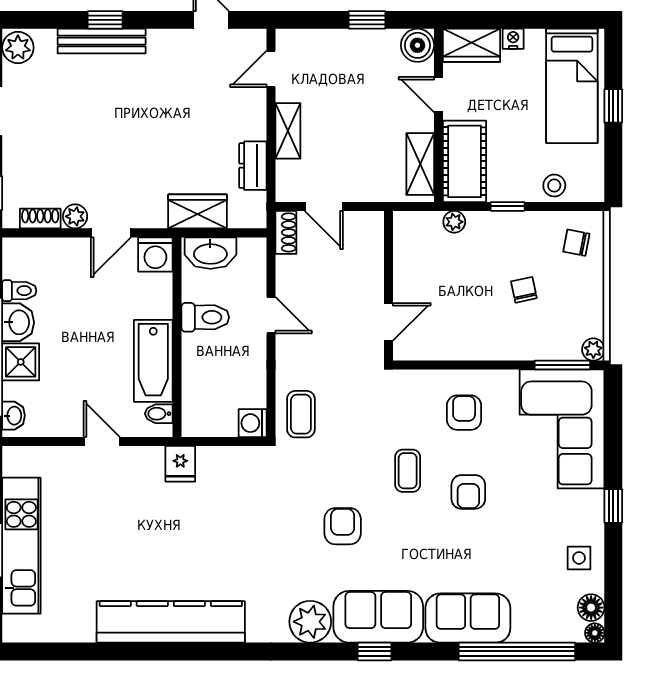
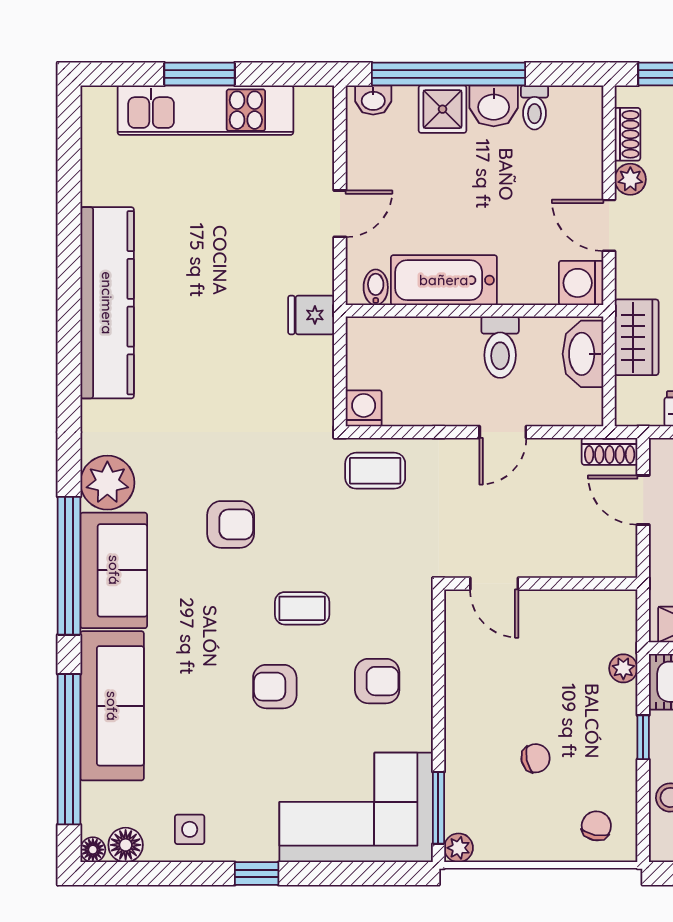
door: (324, 206) -> (643, 500), hinge flipped
sofa: (468, 618) -> (112, 706), width x1.36
window: (375, 651) -> (69, 566), width x3.17

